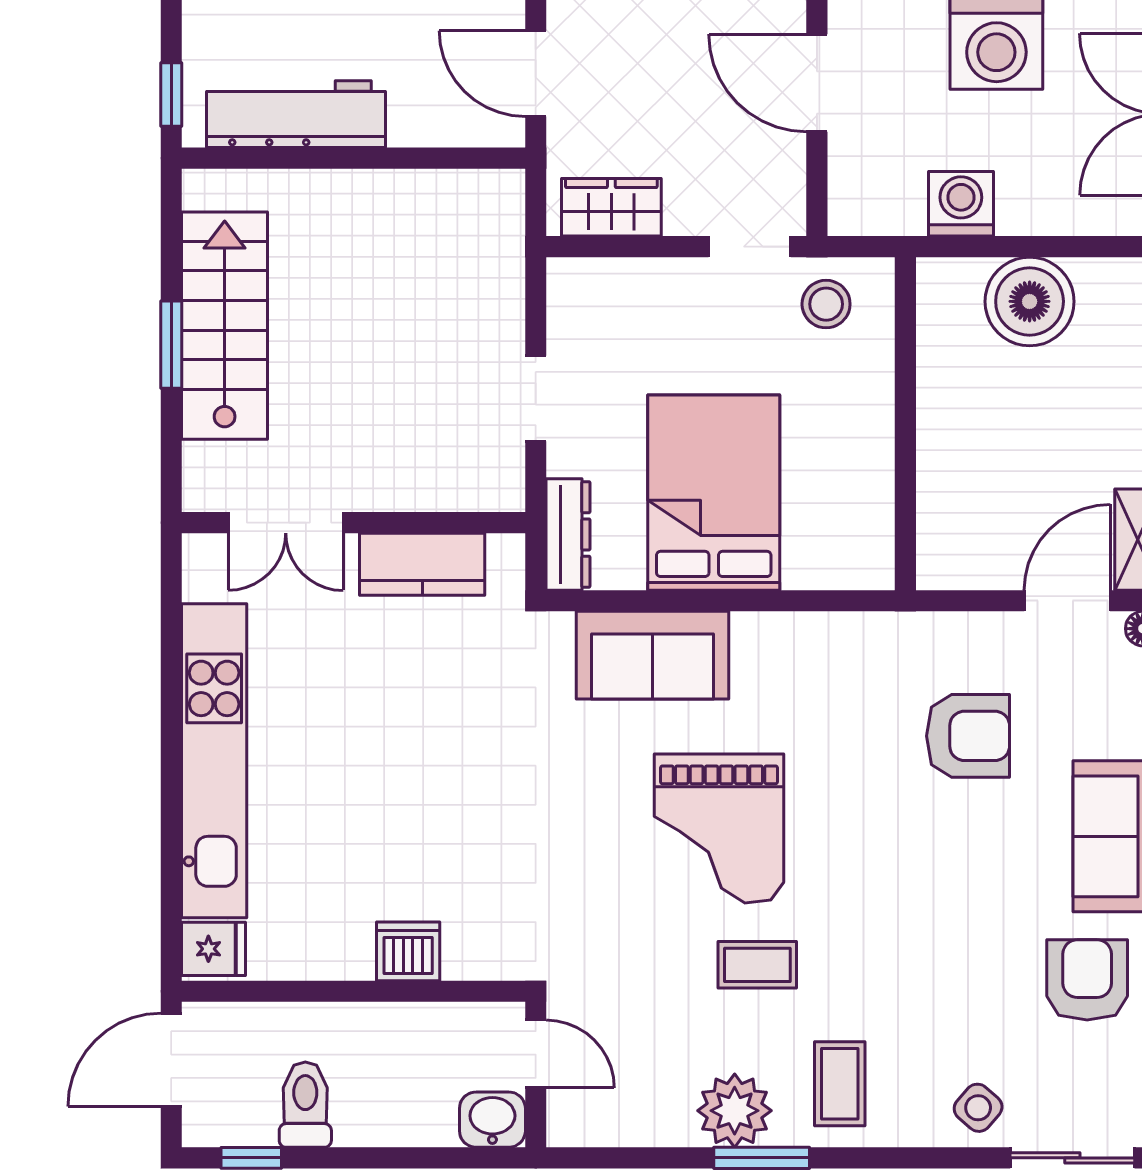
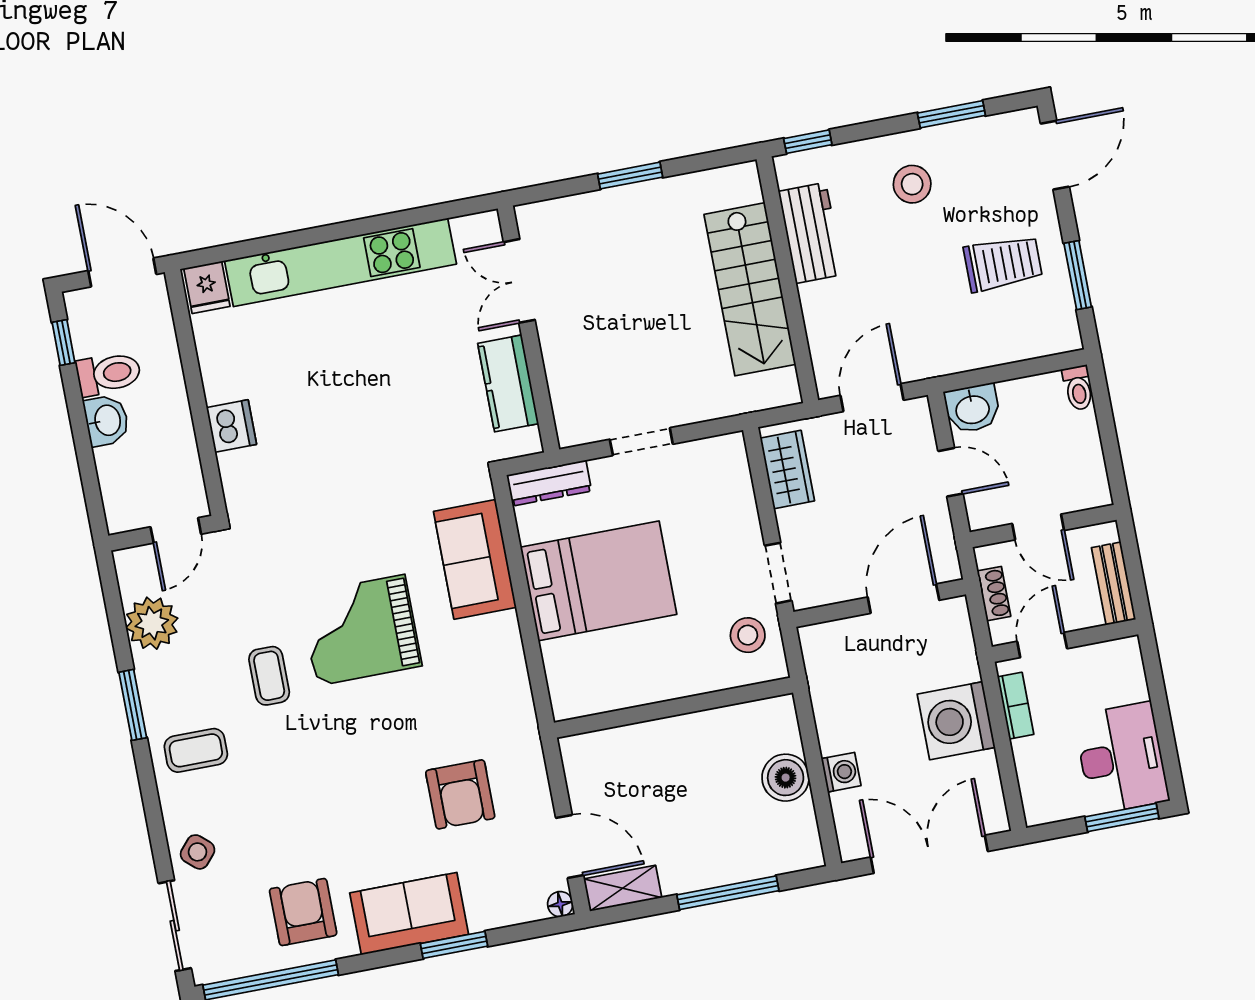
workbench: (296, 114) -> (811, 233), width x0.73
washing machine: (961, 204) -> (841, 772), moved, width x0.73, depth x0.73
boiler: (1030, 301) -> (786, 778), width x0.73, depth x0.73
stairs: (225, 326) -> (750, 289), moved, turned 90
armchair: (1087, 980) -> (303, 912), turned -90
plant: (735, 1111) -> (152, 623), moved
washbasin: (492, 1120) -> (107, 420), moved

